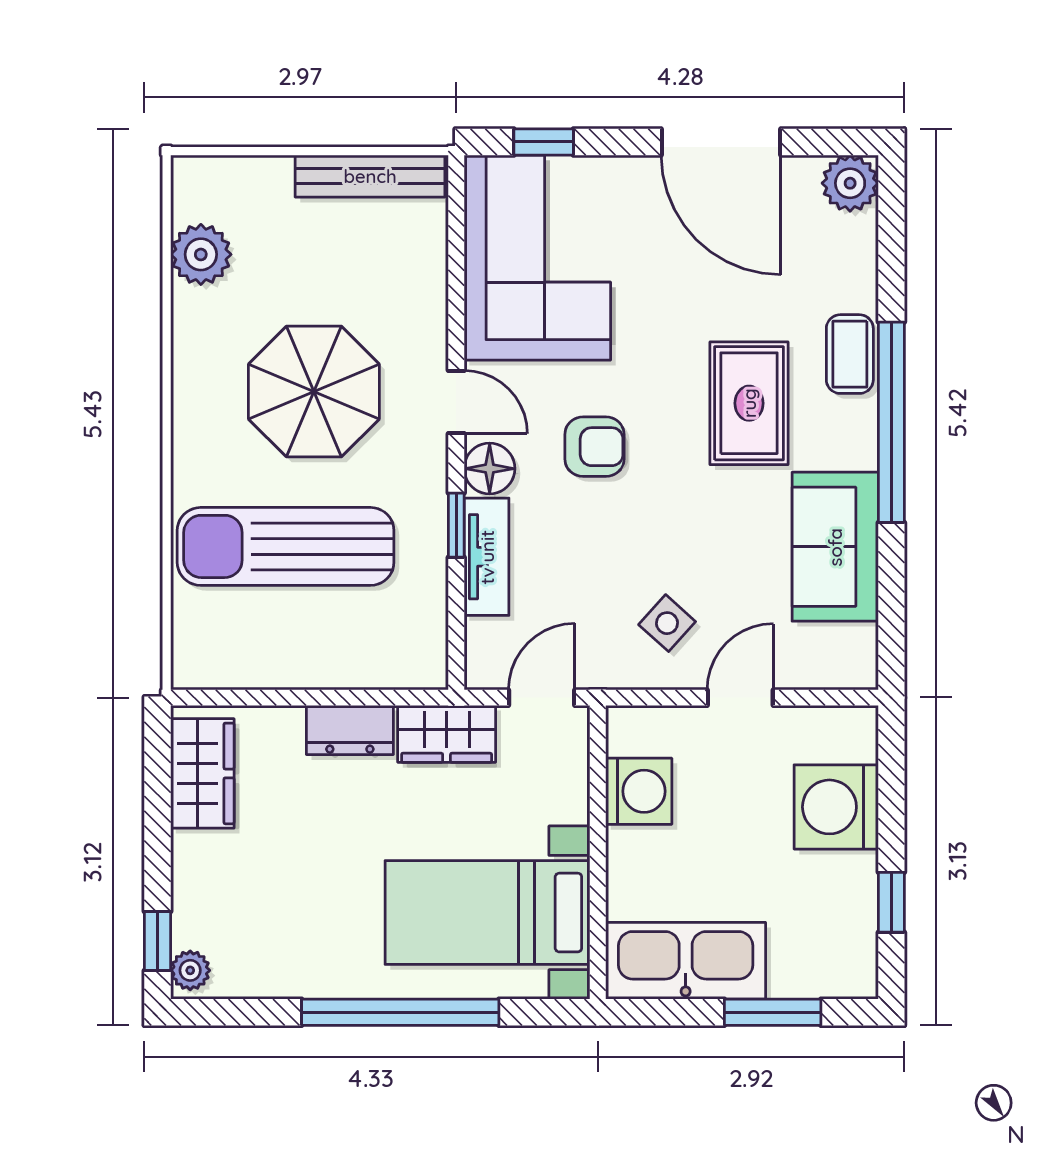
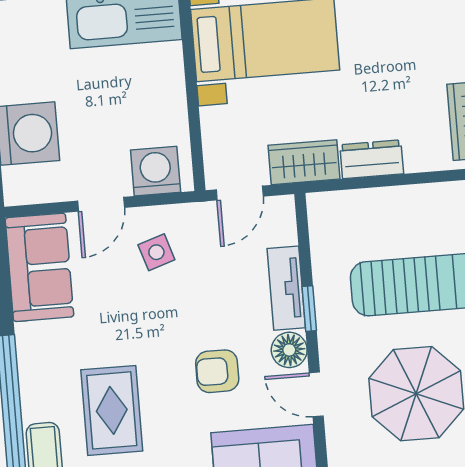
sofa: (835, 547) -> (39, 267), moved
side table: (667, 623) -> (156, 252), turned 30
washing machine: (639, 791) -> (156, 171), moved, turned 90

